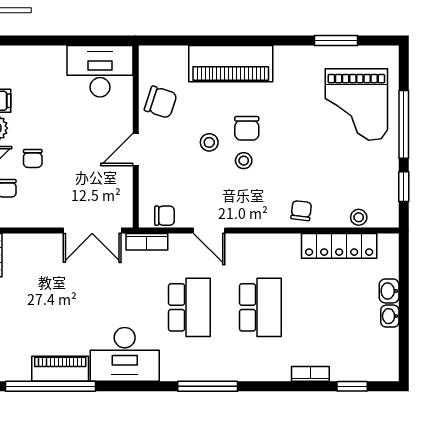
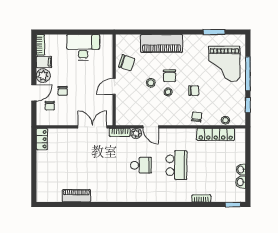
desk: (100, 71) -> (83, 47), moved
chair: (165, 216) -> (194, 91), moved
double door: (92, 230) -> (92, 127), swing flipped
plant: (180, 244) -> (136, 133), added
washbasin: (389, 291) -> (241, 182), moved
school desk: (189, 307) -> (141, 165), width x0.54
desk: (125, 354) -> (109, 189), removed
window: (50, 386) -> (72, 205), removed
window: (208, 386) -> (150, 205), removed
window: (352, 386) -> (233, 205), moved

